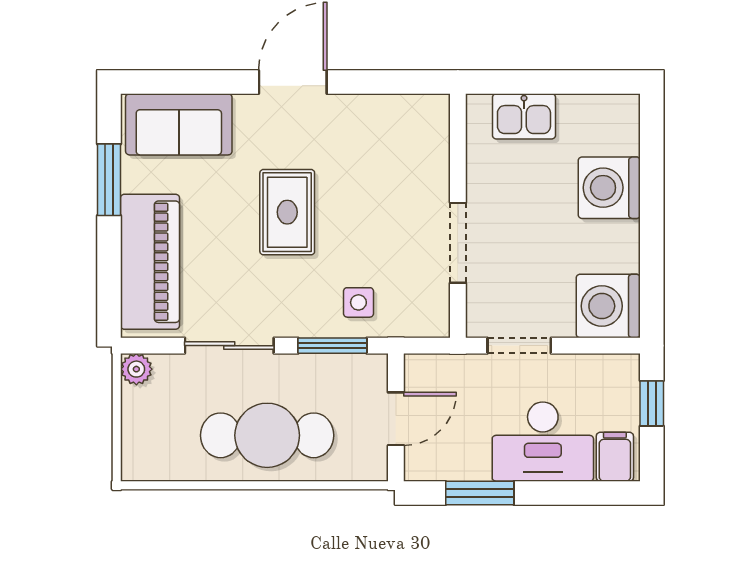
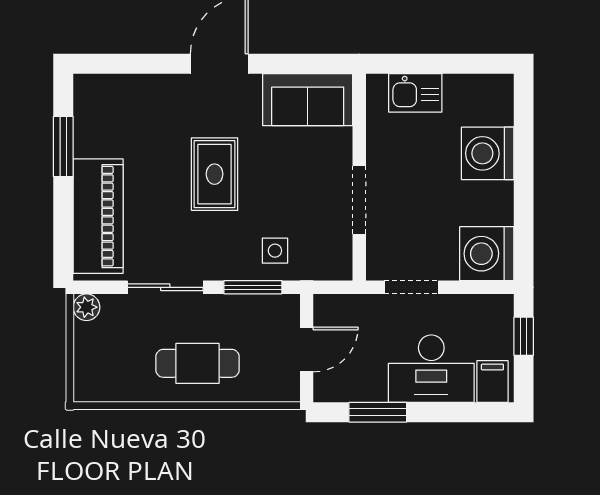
sofa: (179, 124) -> (308, 100), moved
cafe table: (267, 435) -> (198, 363), width x0.73, depth x0.74

